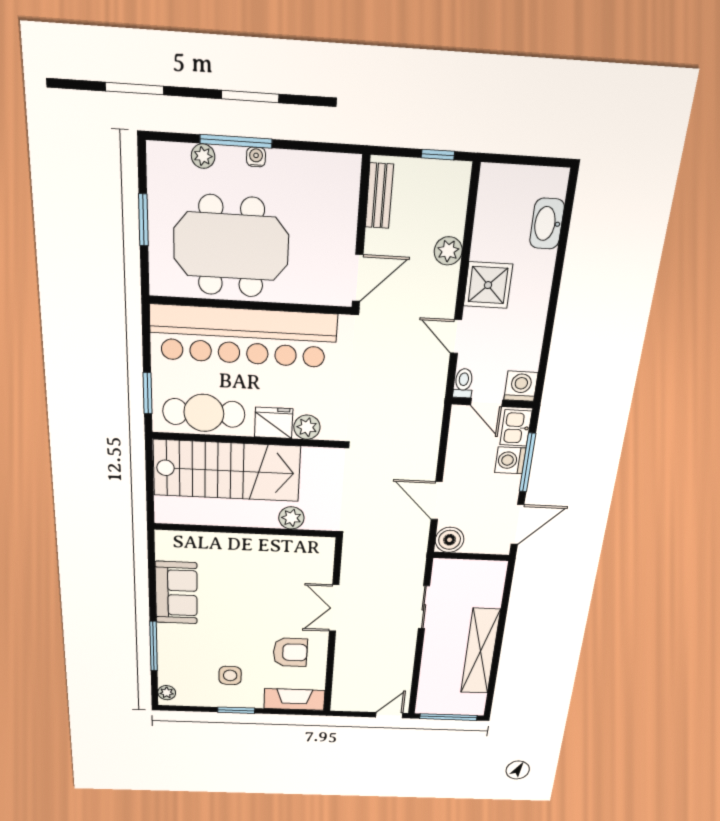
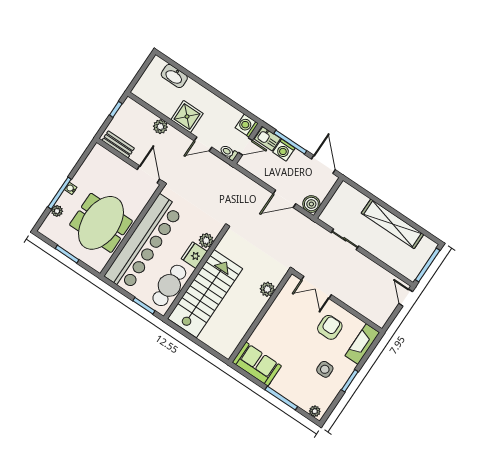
plant: (291, 518) -> (267, 289), moved
wall: (246, 530) -> (260, 317), moved

